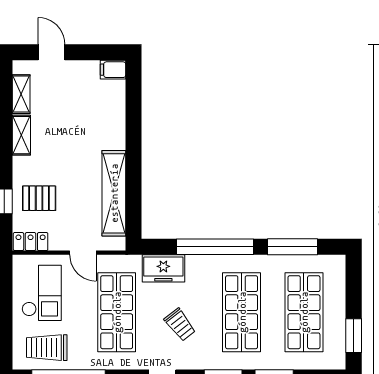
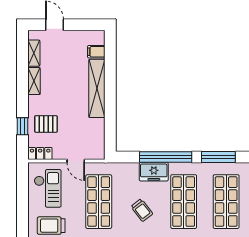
filing cabinet: (113, 70) -> (96, 52), moved
shelving: (114, 193) -> (97, 88), moved
freezer: (163, 268) -> (154, 172), moved

